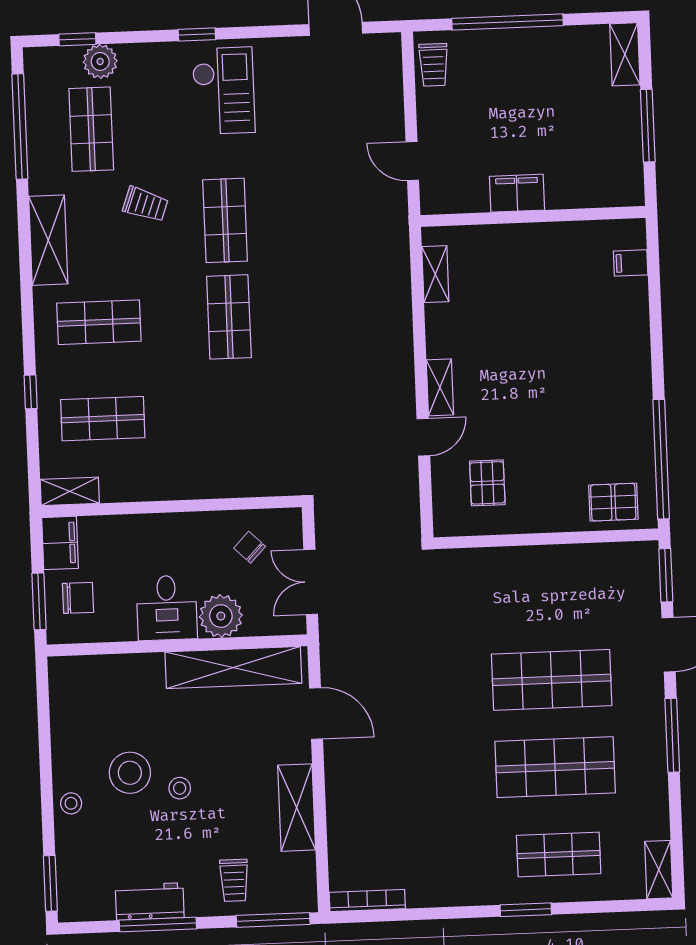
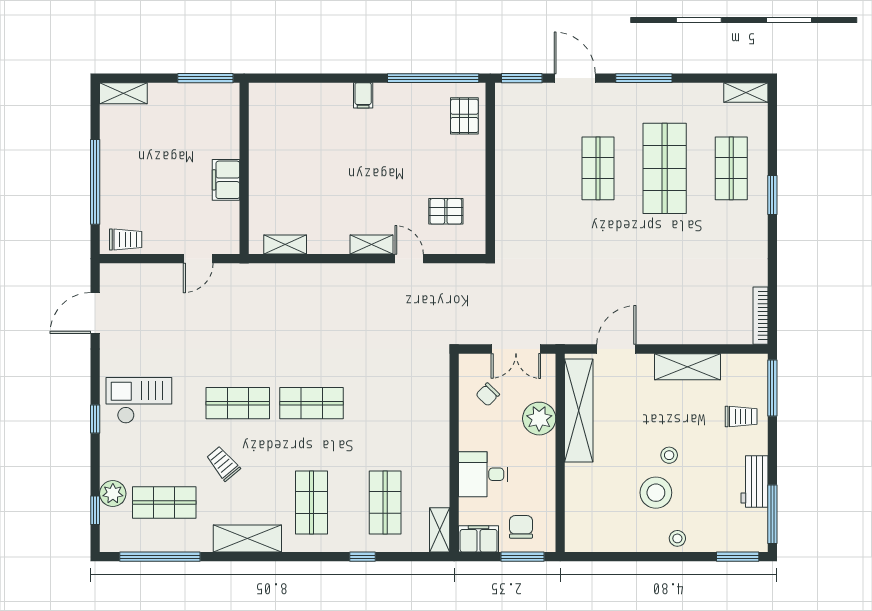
window: (648, 126) -> (205, 78), moved
trolley: (145, 204) -> (223, 463), turned -60
filing cabinet: (631, 263) -> (363, 95), moved
desk: (167, 608) -> (483, 474), moved, turned 180
shop shelf: (552, 680) -> (598, 168), width x0.70, depth x0.74
window: (158, 925) -> (772, 514), moved

